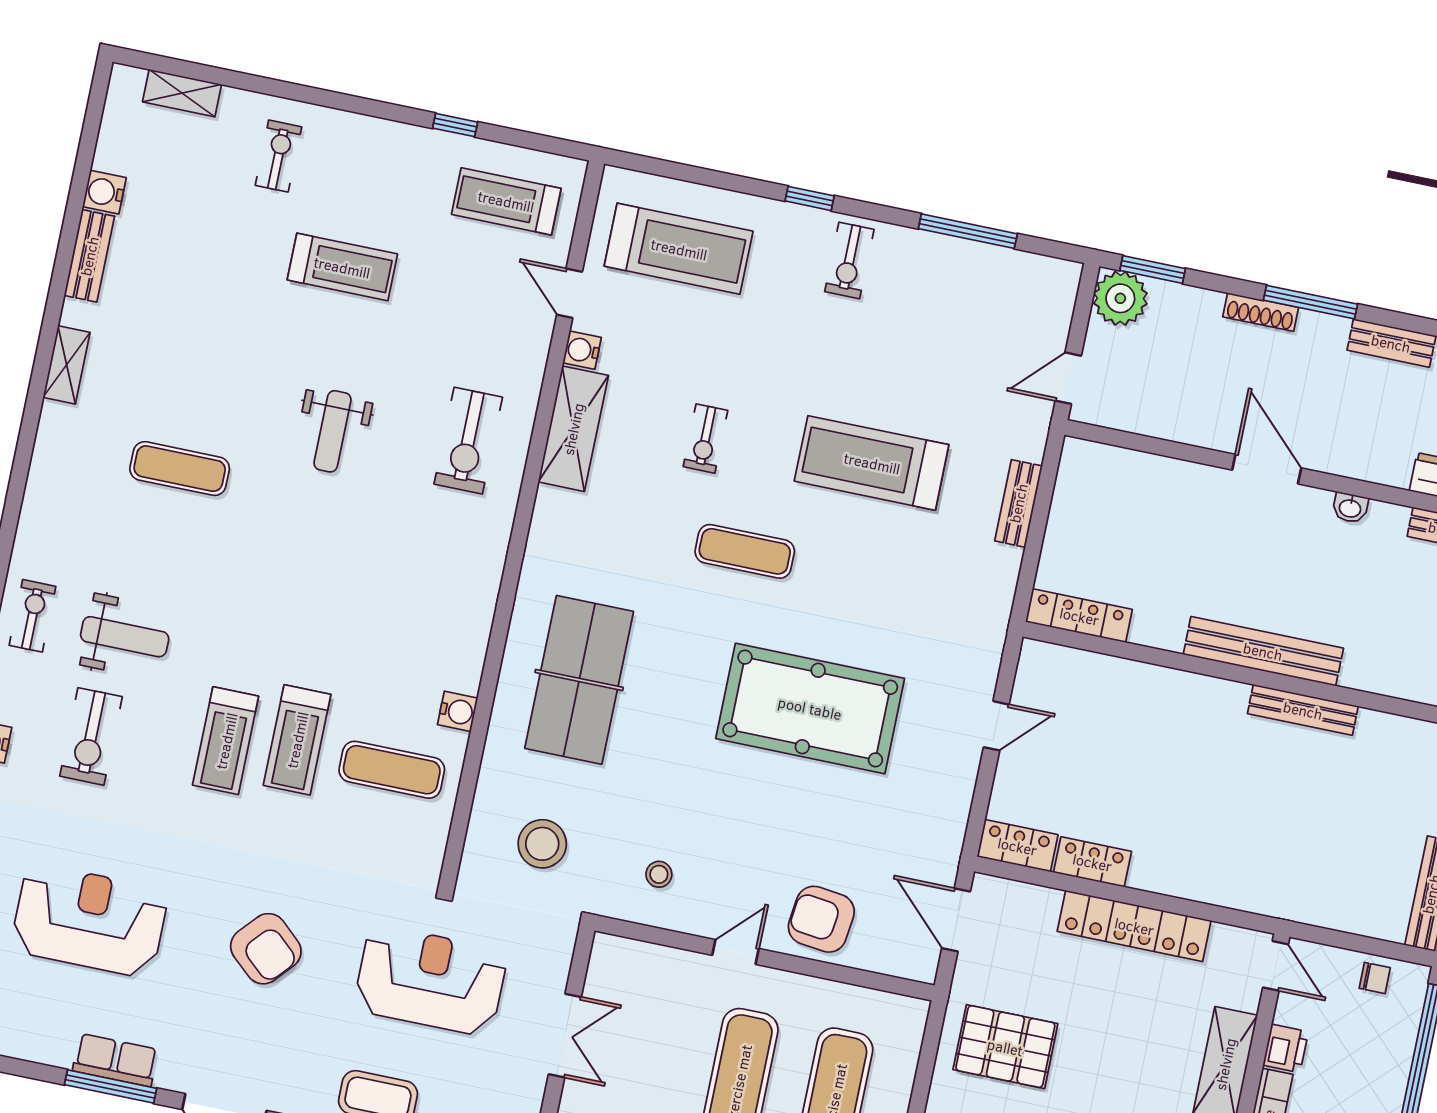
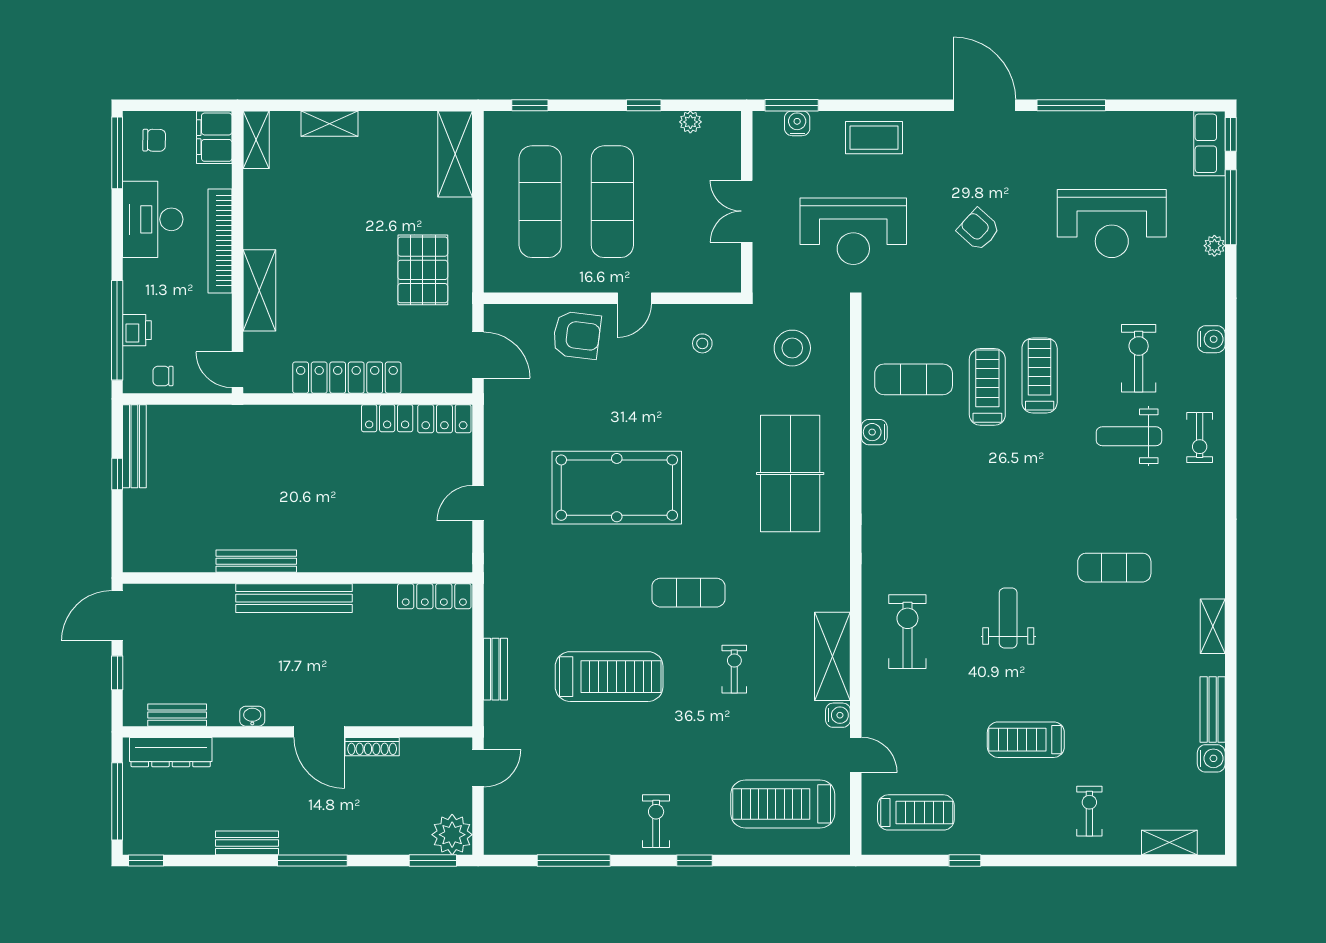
exercise bike: (278, 156) -> (1089, 811), turned 180
shoe rack: (1261, 312) -> (372, 747), moved, turned 180
armchair: (266, 949) -> (979, 229), width x0.72, depth x0.72
pallet: (1005, 1047) -> (423, 270), turned 90
printer: (1286, 1048) -> (137, 330), moved, turned 180
row of seats: (115, 1060) -> (1072, 125), removed

